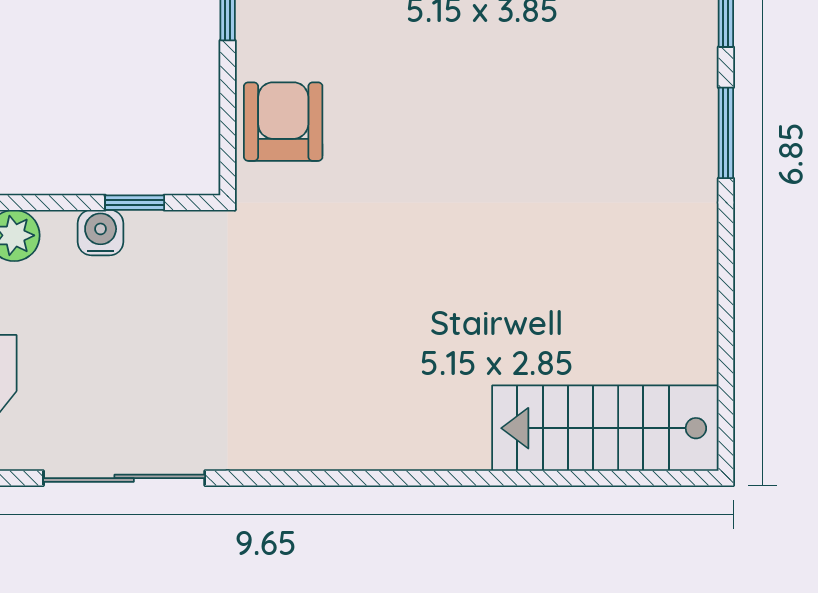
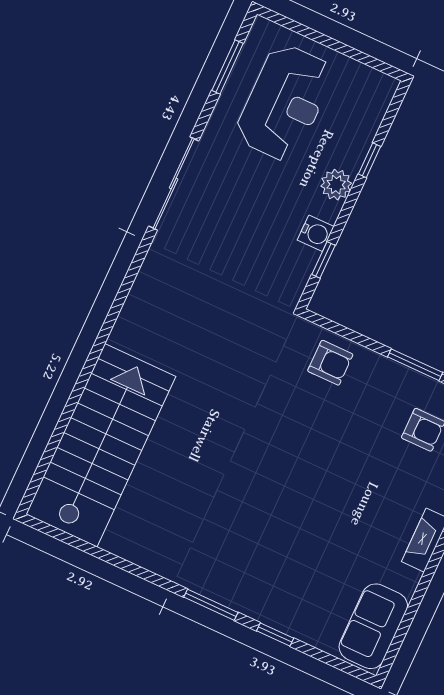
armchair: (283, 122) -> (330, 363), width x0.72, depth x0.72
stairs: (605, 428) -> (101, 445), width x1.36, depth x1.51

